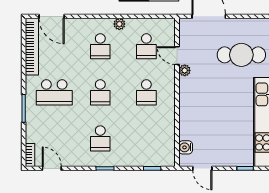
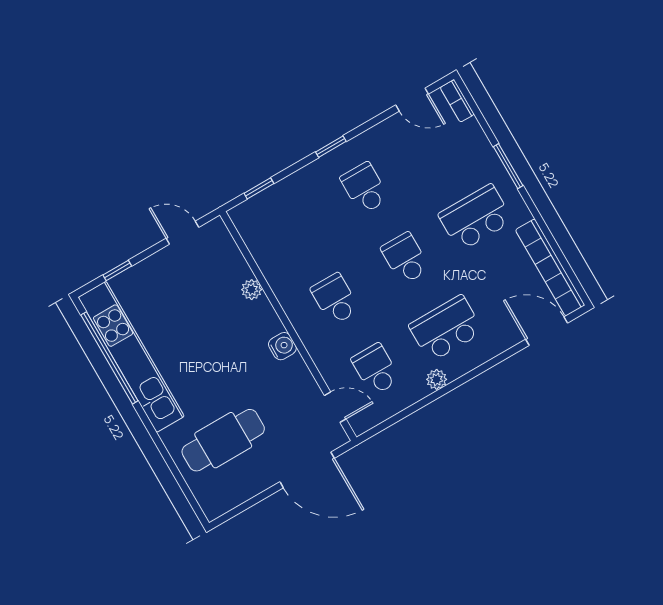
school desk: (100, 46) -> (446, 328), width x1.85
door: (177, 56) -> (335, 407), moved
plant: (185, 70) -> (252, 290), moved
water cooler: (186, 147) -> (282, 346), moved

